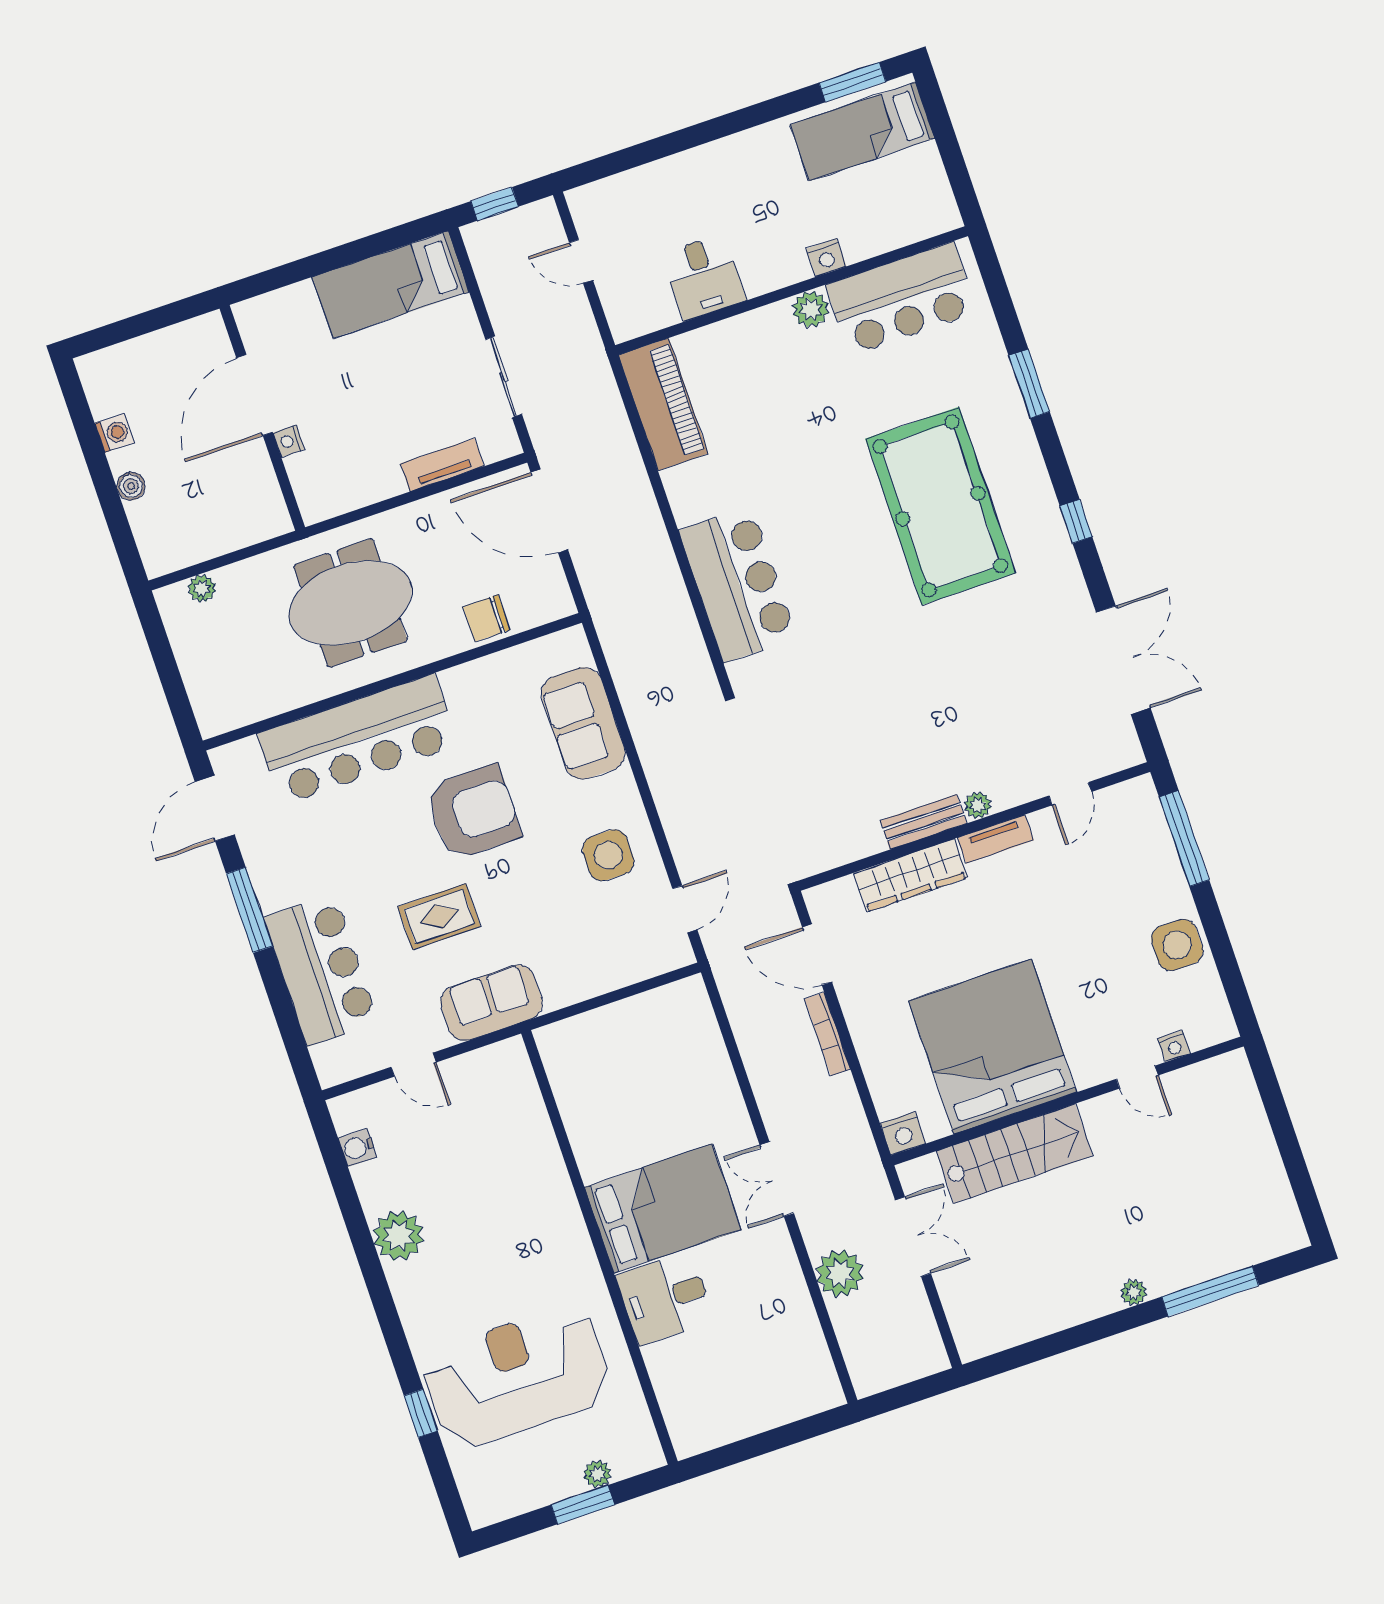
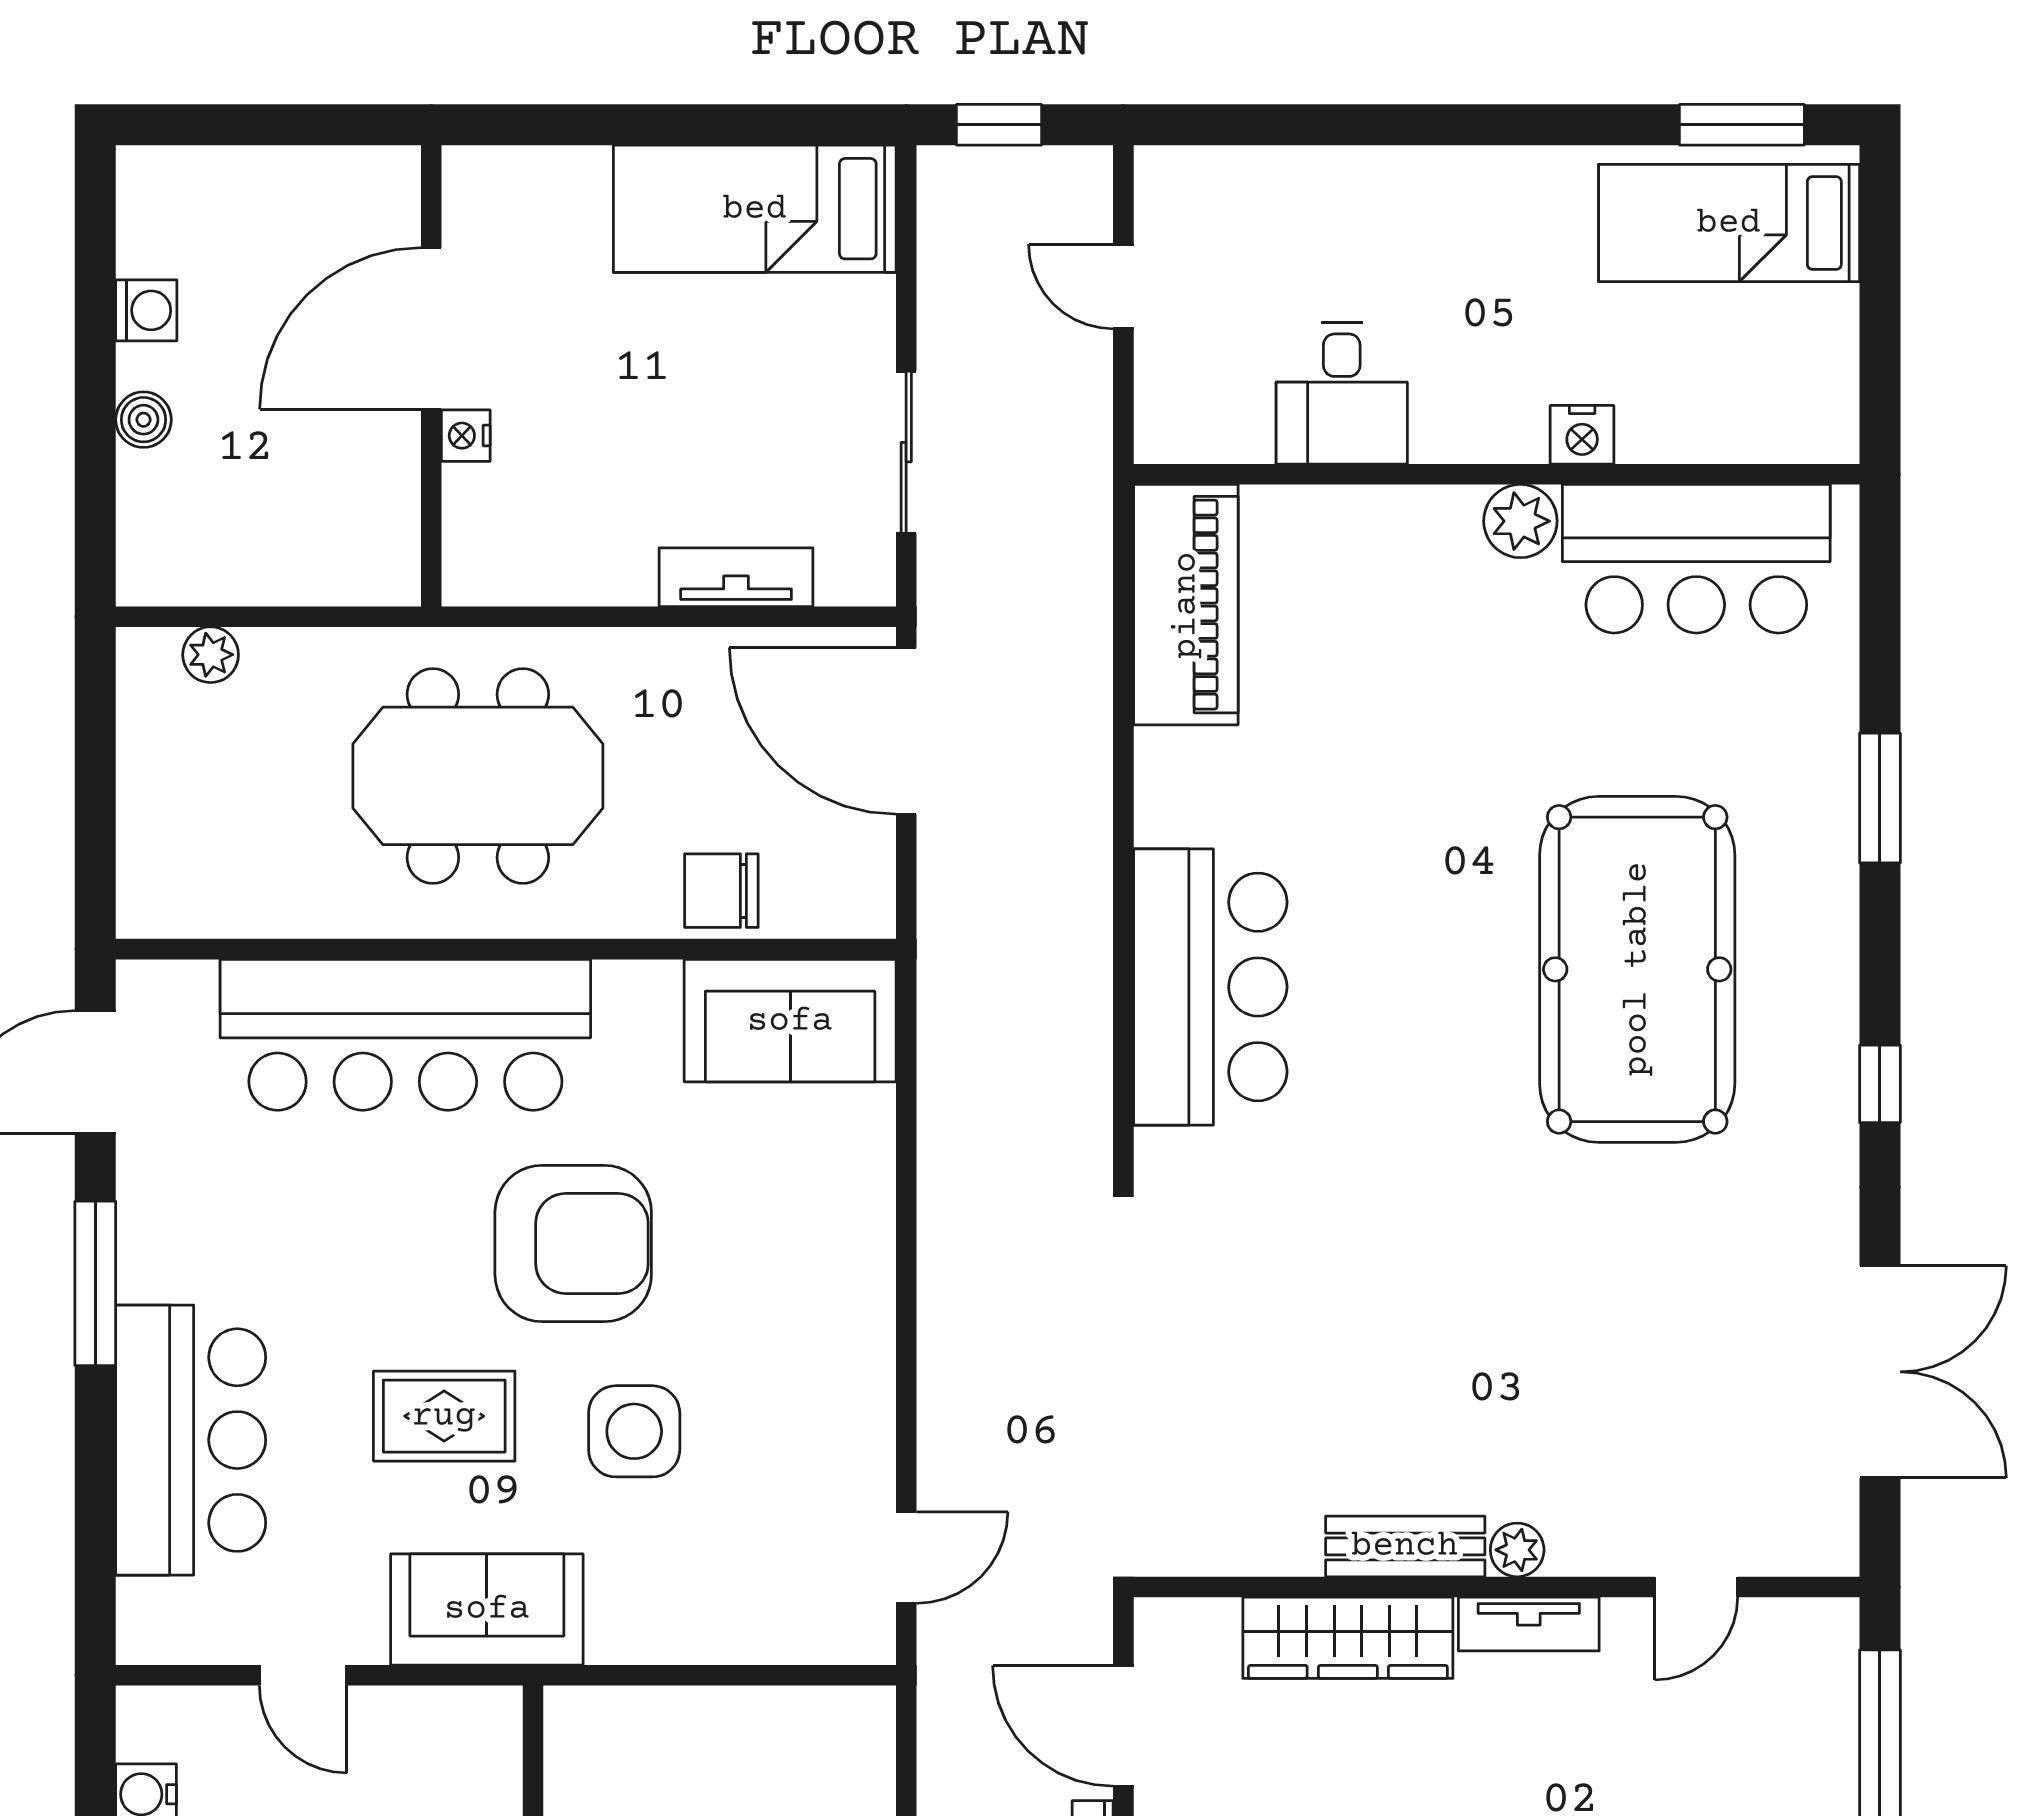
sofa: (583, 723) -> (790, 1021), moved, turned -90
side table: (608, 855) -> (634, 1431), moved

